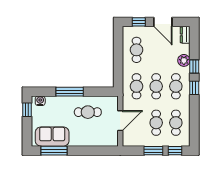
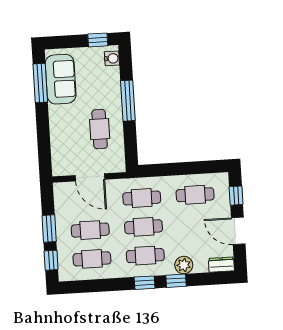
door: (163, 22) -> (238, 231), hinge flipped

